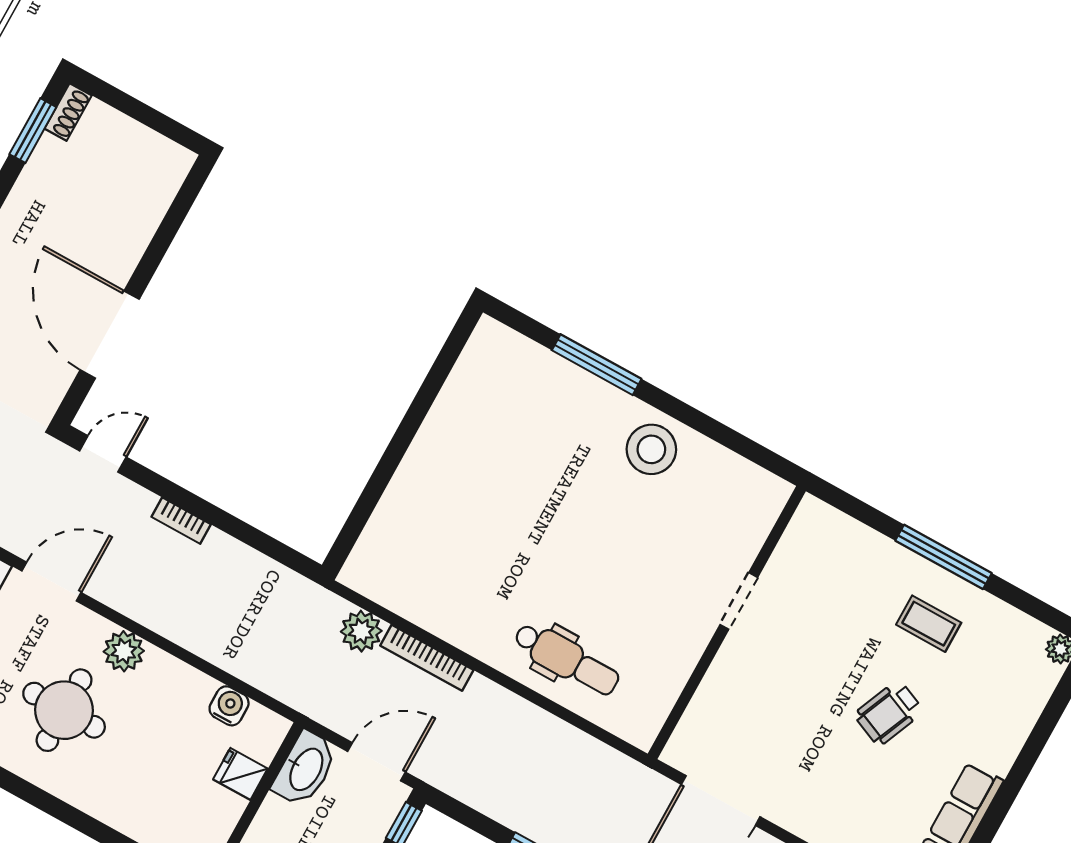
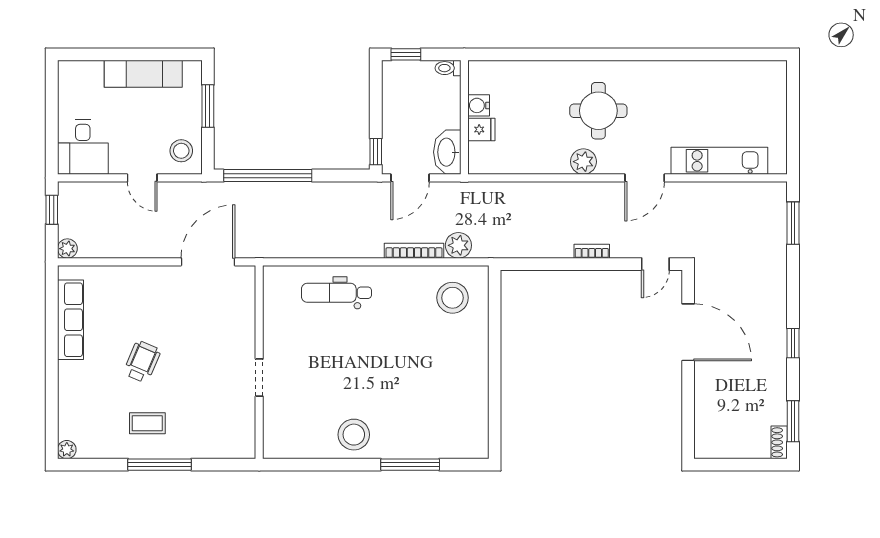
stool: (410, 563) -> (453, 298), added
water cooler: (229, 706) -> (479, 105), moved, turned 90

